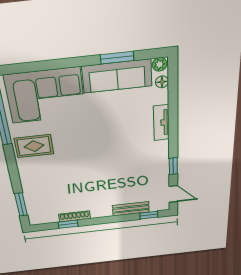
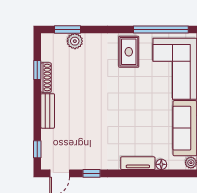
floor lamp: (162, 82) -> (161, 164), moved
plant: (32, 197) -> (75, 41), added
bench: (131, 209) -> (48, 111), moved

